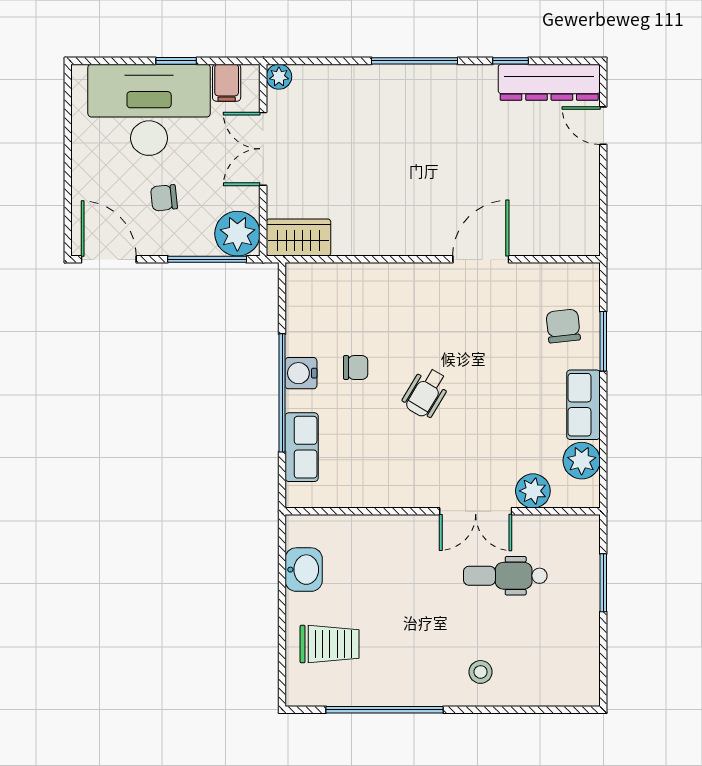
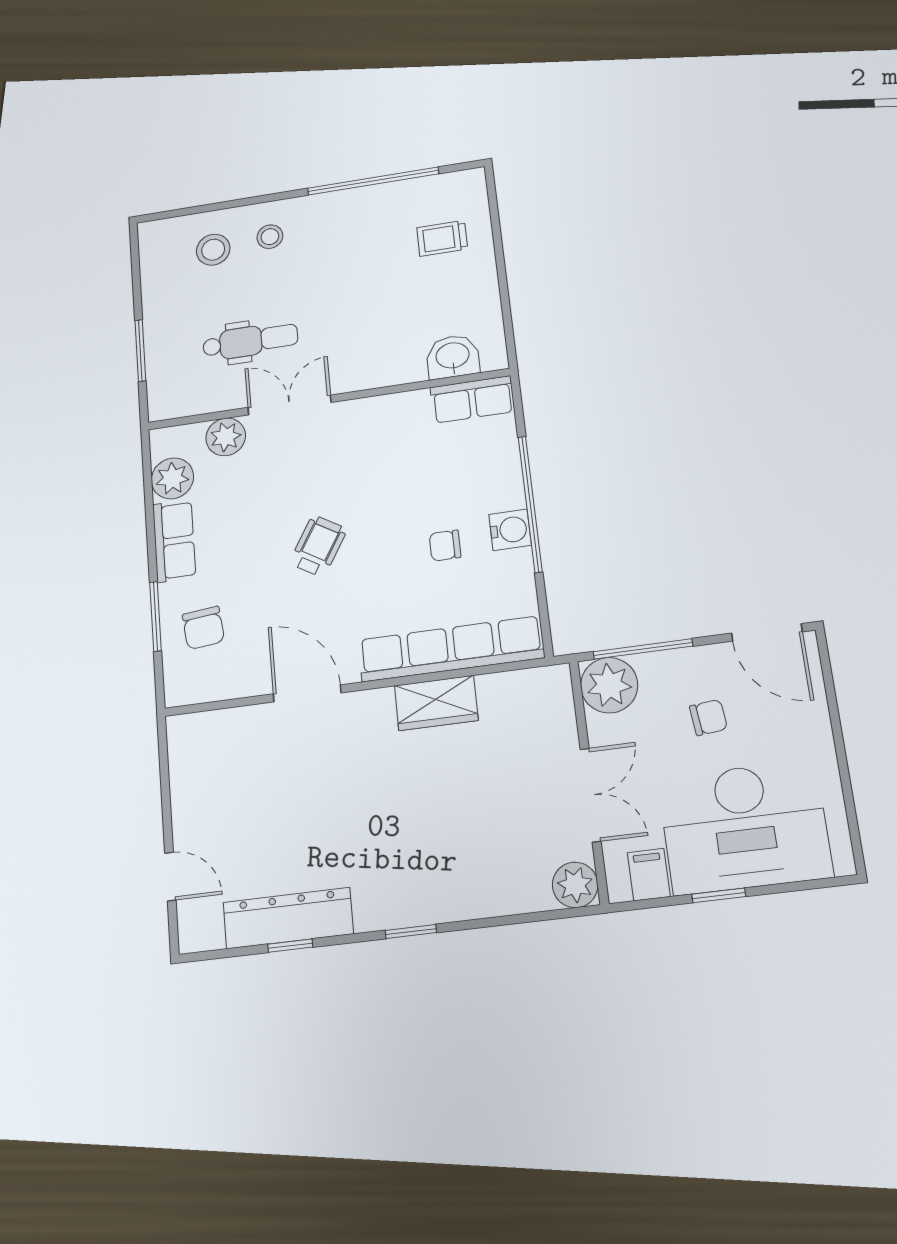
window: (415, 61) -> (411, 932), width x0.46
plant: (279, 77) -> (575, 885), width x1.38, depth x1.38
dresser: (549, 82) -> (288, 918), moved
wardrobe: (298, 237) -> (436, 703), moved
door: (481, 259) -> (307, 693), swing flipped
row of seats: (360, 280) -> (451, 649), added
wheelchair: (426, 393) -> (318, 546), moved
row of seats: (302, 447) -> (472, 399), moved, turned -90
washbasin: (304, 570) -> (453, 357), moved, turned 90
trolley: (329, 644) -> (442, 238), width x0.73, depth x0.72
stool: (532, 668) -> (213, 250), added

